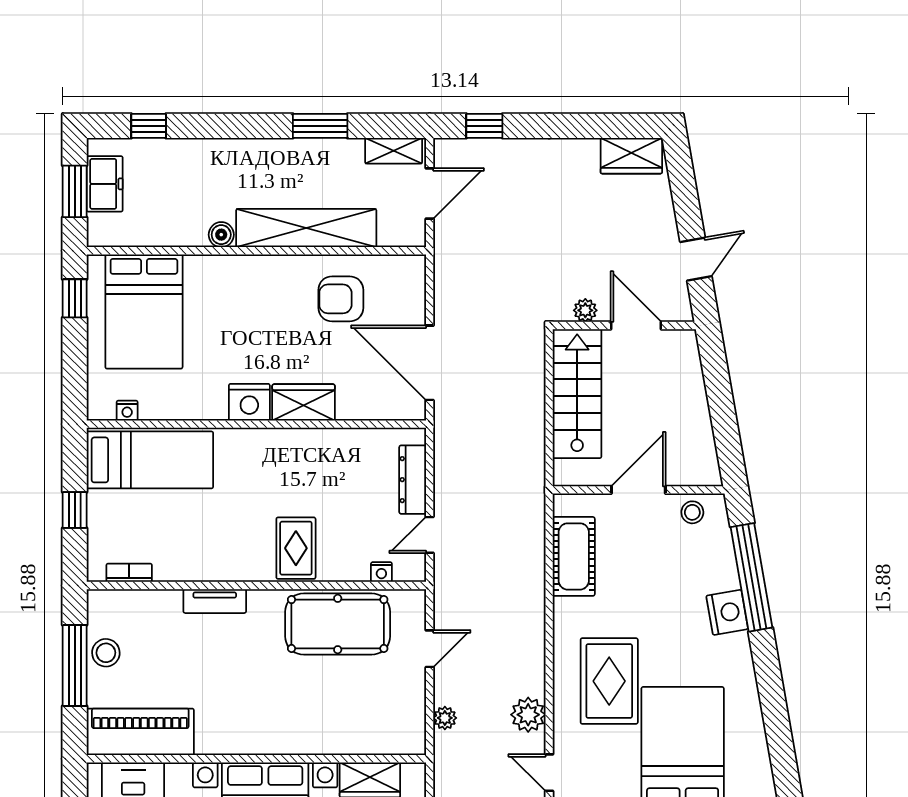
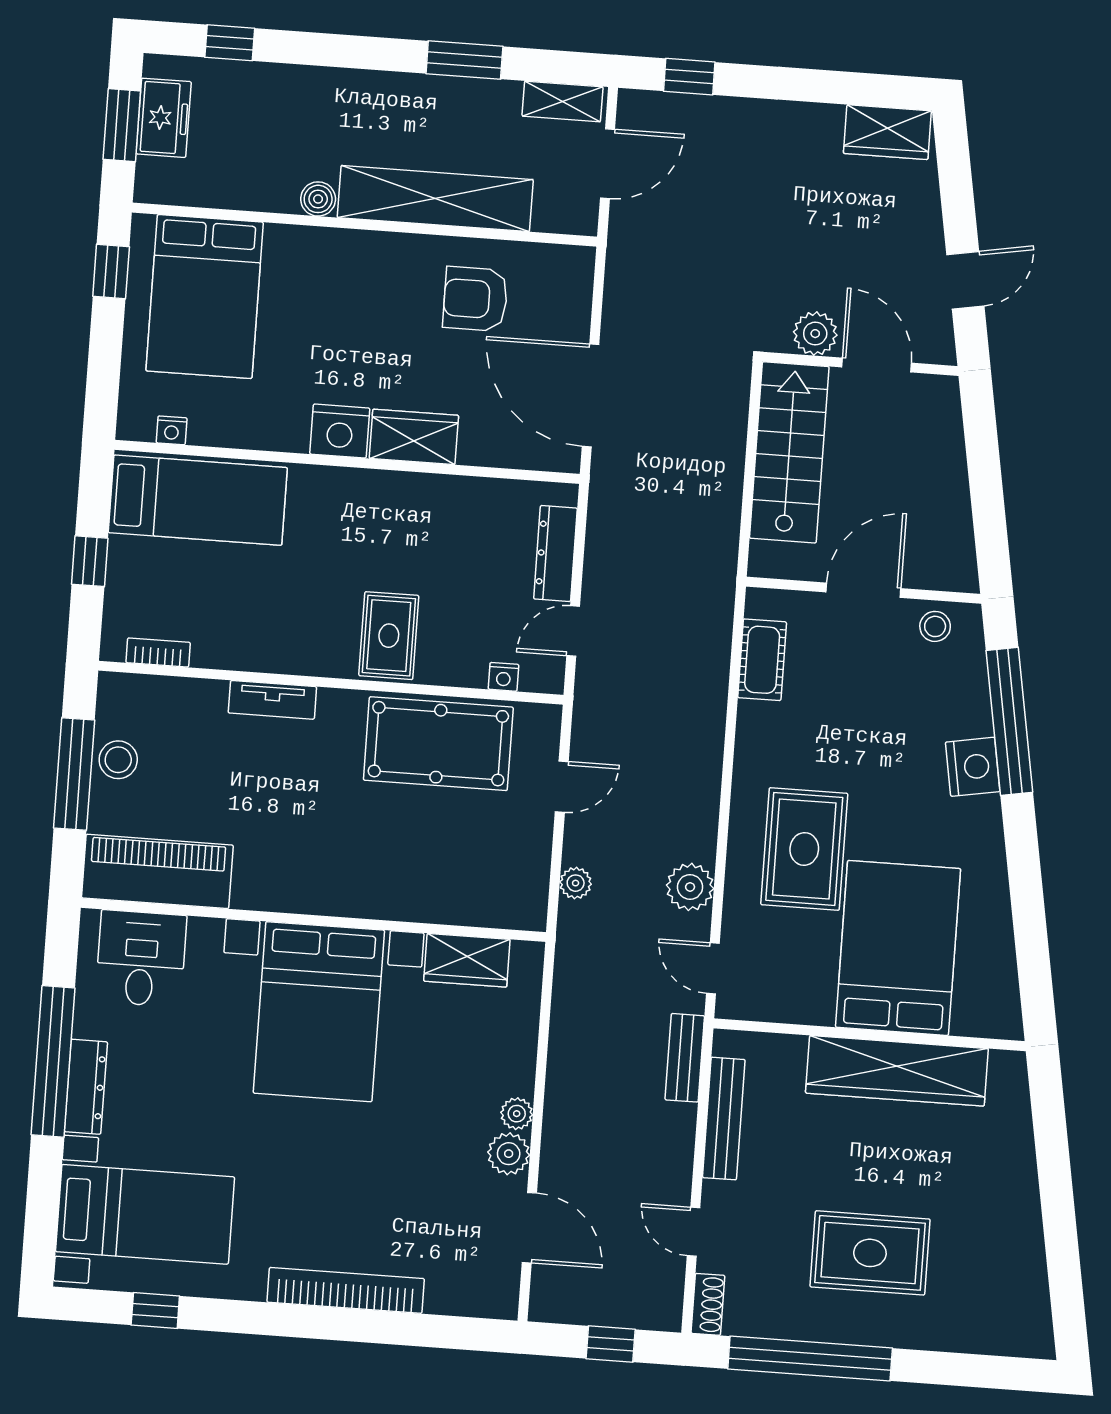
plant: (585, 310) -> (815, 334), width x1.38, depth x1.38
cot: (574, 556) -> (762, 660), width x0.73, depth x0.75

